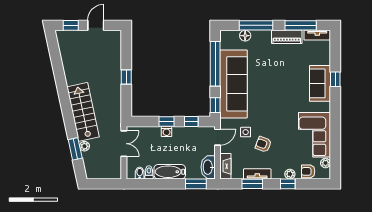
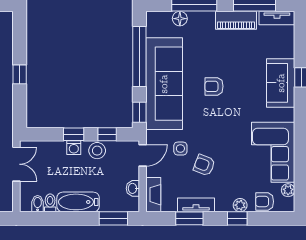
armchair: (271, 86) -> (214, 86), added
stool: (184, 134) -> (97, 151), added
washbasin: (208, 167) -> (133, 188), width x0.52, depth x0.69

